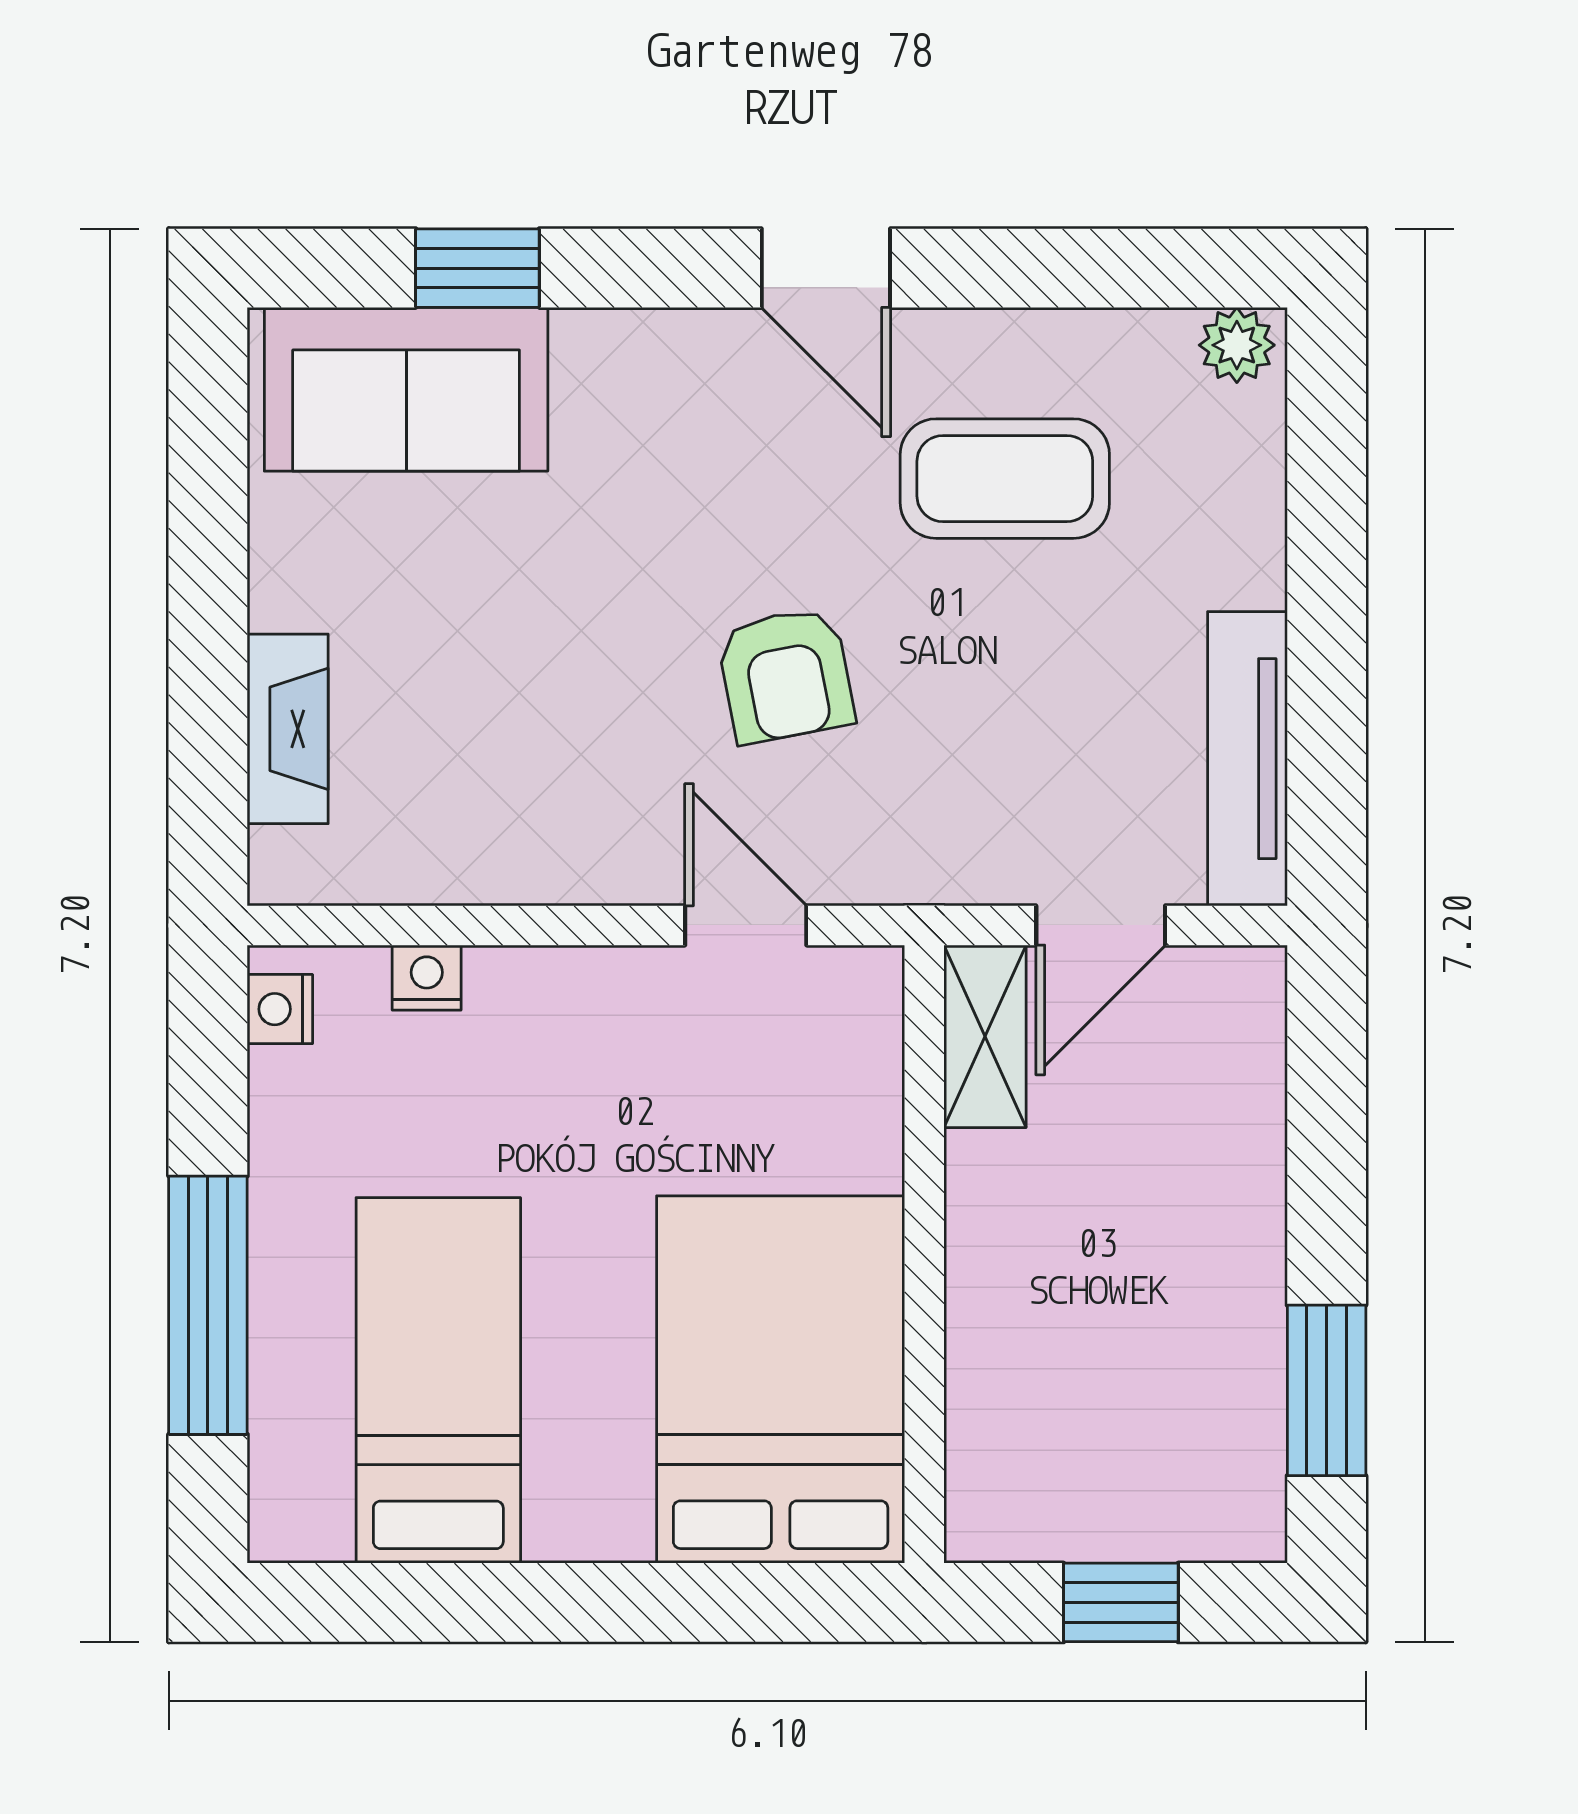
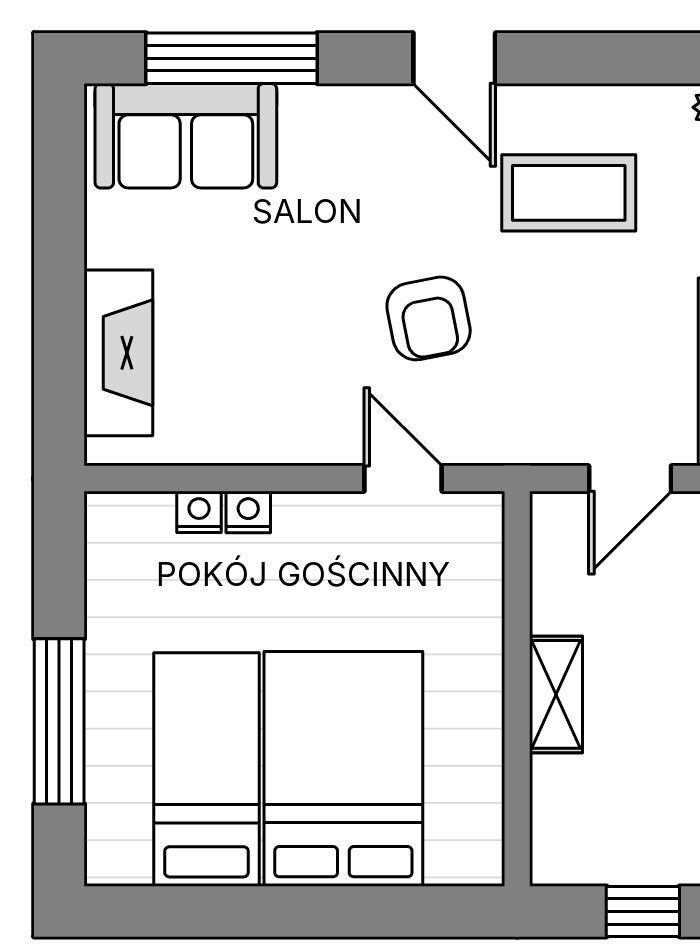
window: (477, 268) -> (231, 58), width x2.17
fireplace: (288, 729) -> (118, 353), width x1.37, depth x1.32
nightstand: (280, 1009) -> (248, 512), moved, turned 90
shelving: (985, 1036) -> (556, 694), moved
bed: (781, 1380) -> (343, 769), moved

